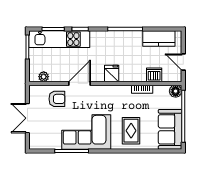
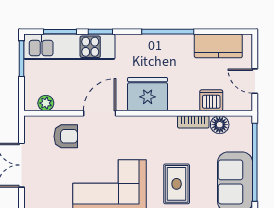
fridge: (112, 74) -> (148, 94), width x1.88, depth x1.34
floor lamp: (176, 91) -> (220, 125), moved

